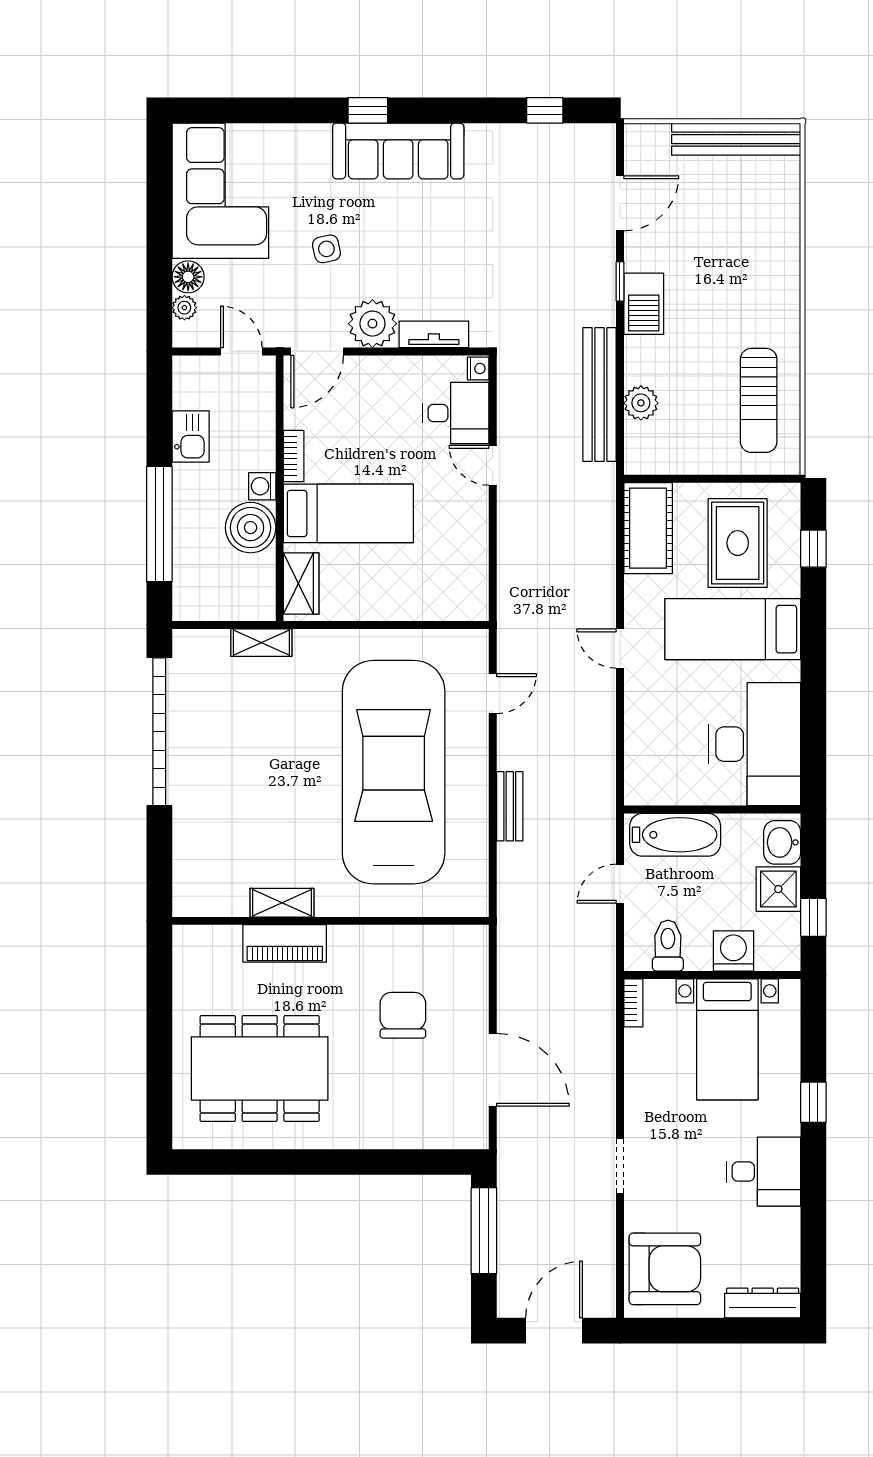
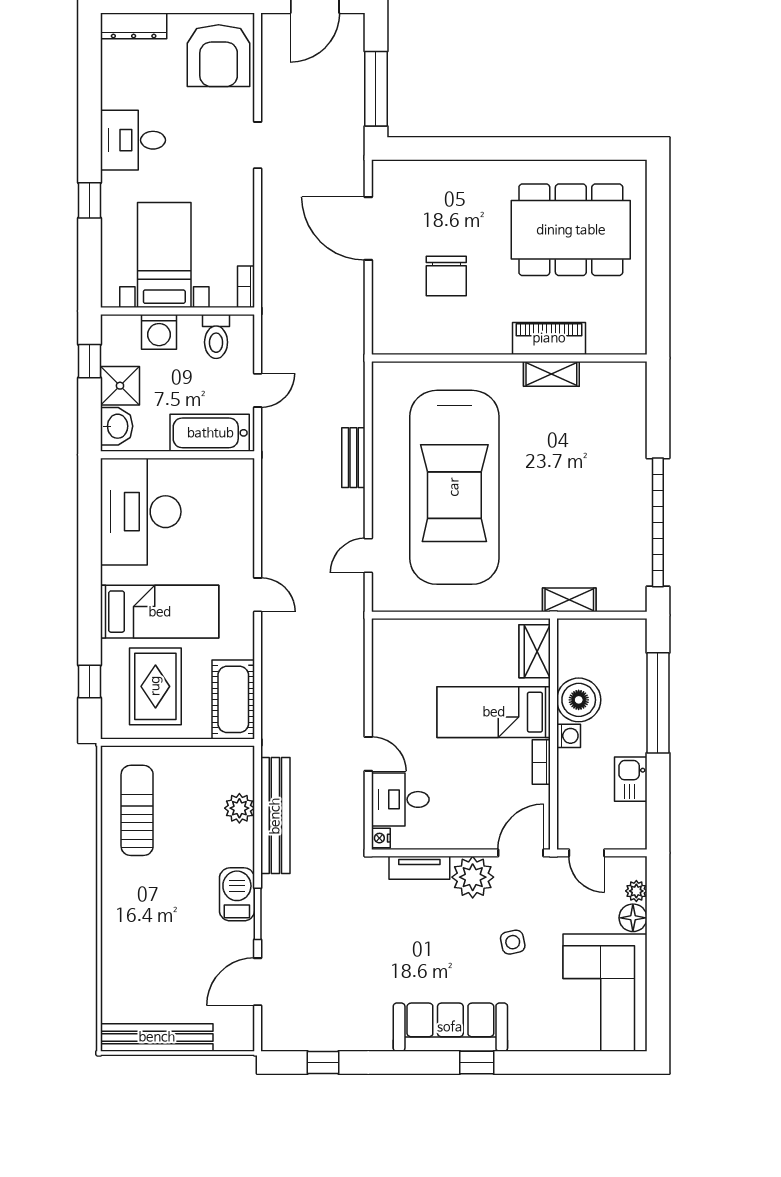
window: (620, 281) -> (258, 914), width x1.50
armchair: (665, 1269) -> (219, 56), turned -90

